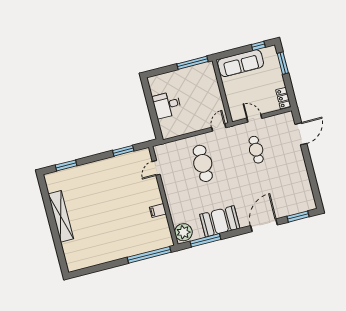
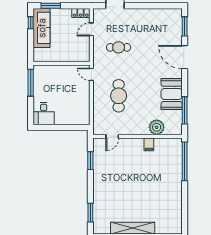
sofa: (241, 63) -> (42, 28), moved
desk: (167, 105) -> (44, 114), moved
door: (254, 118) -> (91, 29), moved
cafe table: (203, 163) -> (119, 96), turned 90
door: (156, 168) -> (112, 136), hinge flipped
plant: (183, 232) -> (157, 127), moved

